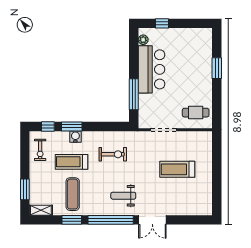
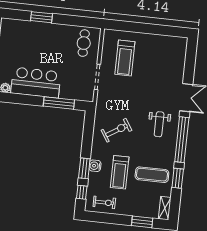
exercise bike: (113, 154) -> (116, 130), turned 58
treadmill: (177, 169) -> (125, 58), moved

